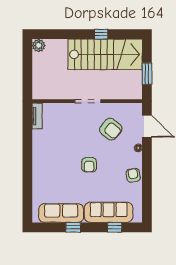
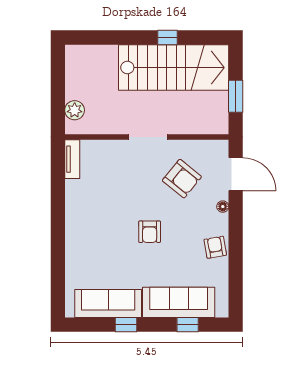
plant: (39, 45) -> (75, 110), moved

